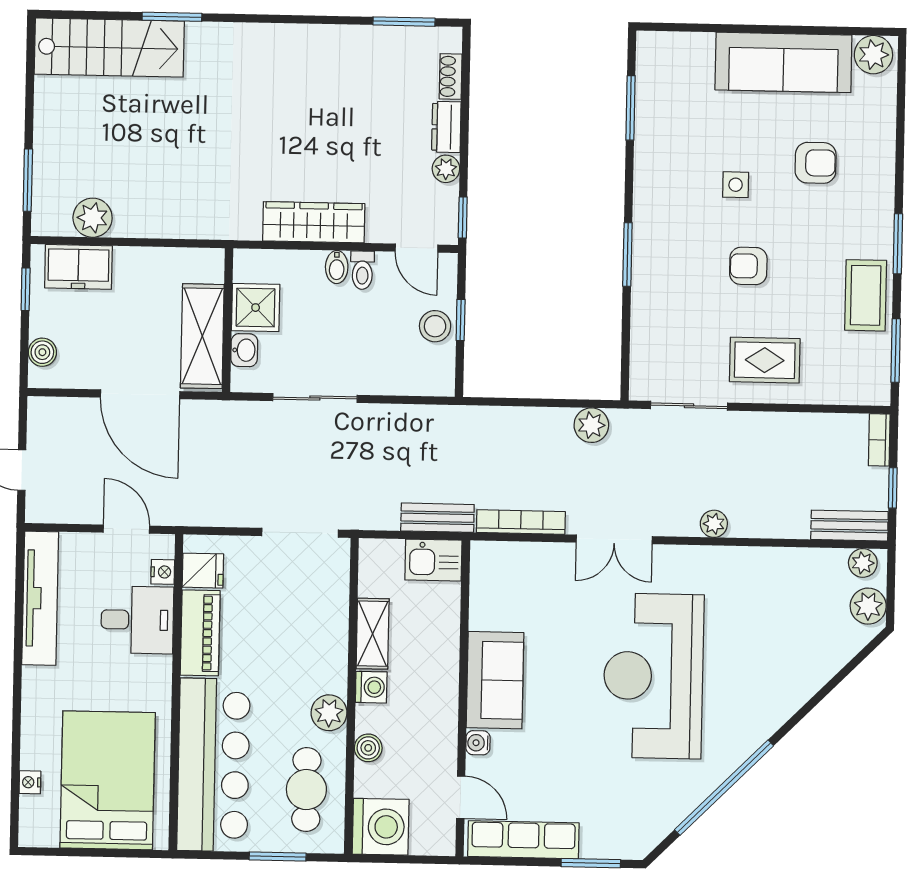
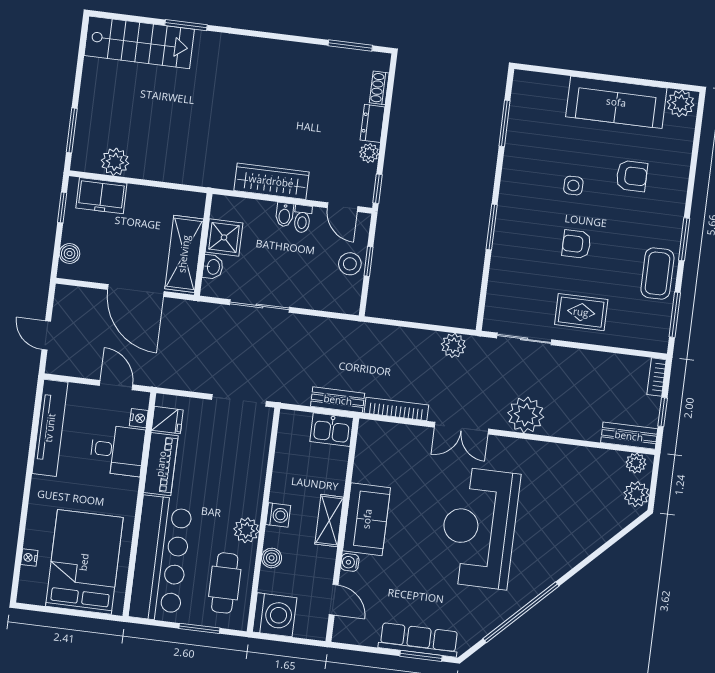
plant: (714, 524) -> (526, 415), width x1.87, depth x1.87
shelving: (373, 634) -> (329, 521), moved
row of seats: (523, 840) -> (419, 640), moved

